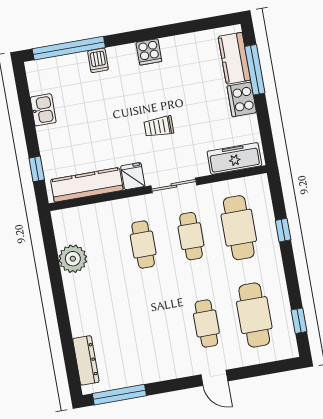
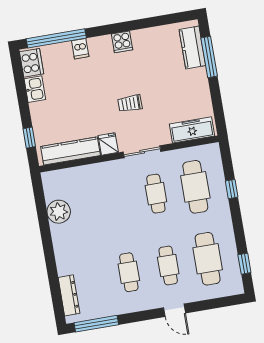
cooker: (242, 99) -> (32, 63), moved, turned 180
cafe table: (143, 245) -> (129, 272), moved

